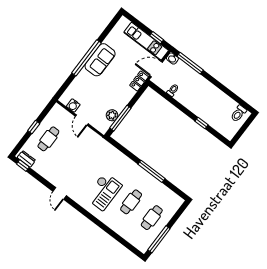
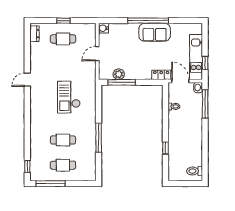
water cooler: (73, 105) -> (103, 28), moved
window: (23, 166) -> (27, 167), moved
checkout: (104, 191) -> (69, 97), moved, turned 90

